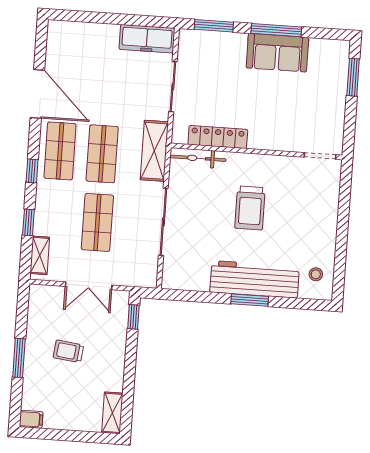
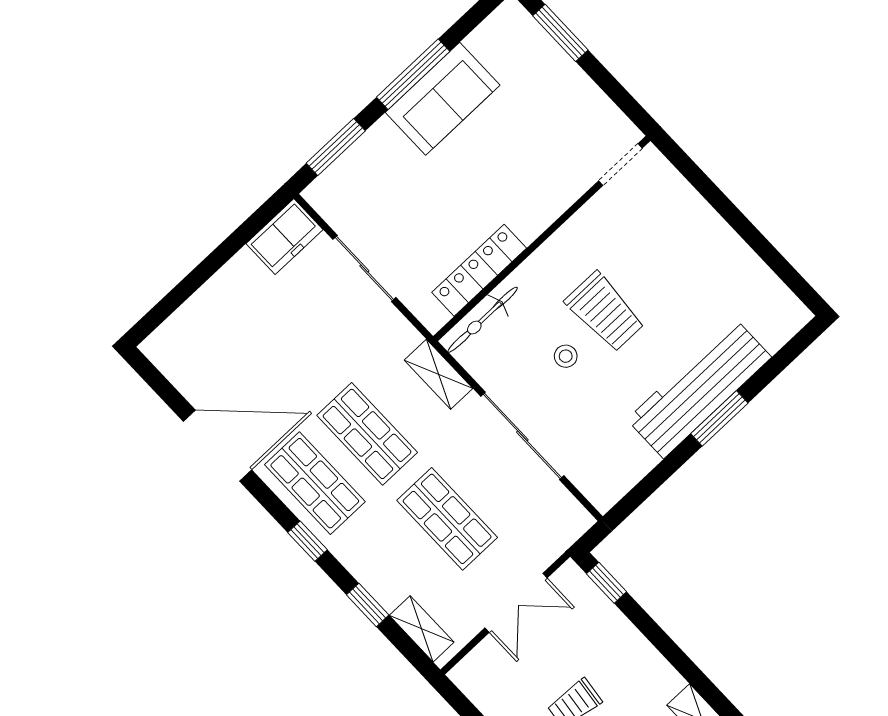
freezer: (147, 39) -> (285, 237), width x0.71
shelving: (154, 151) -> (439, 374), width x0.67, depth x0.75
stool: (316, 274) -> (566, 356), moved

